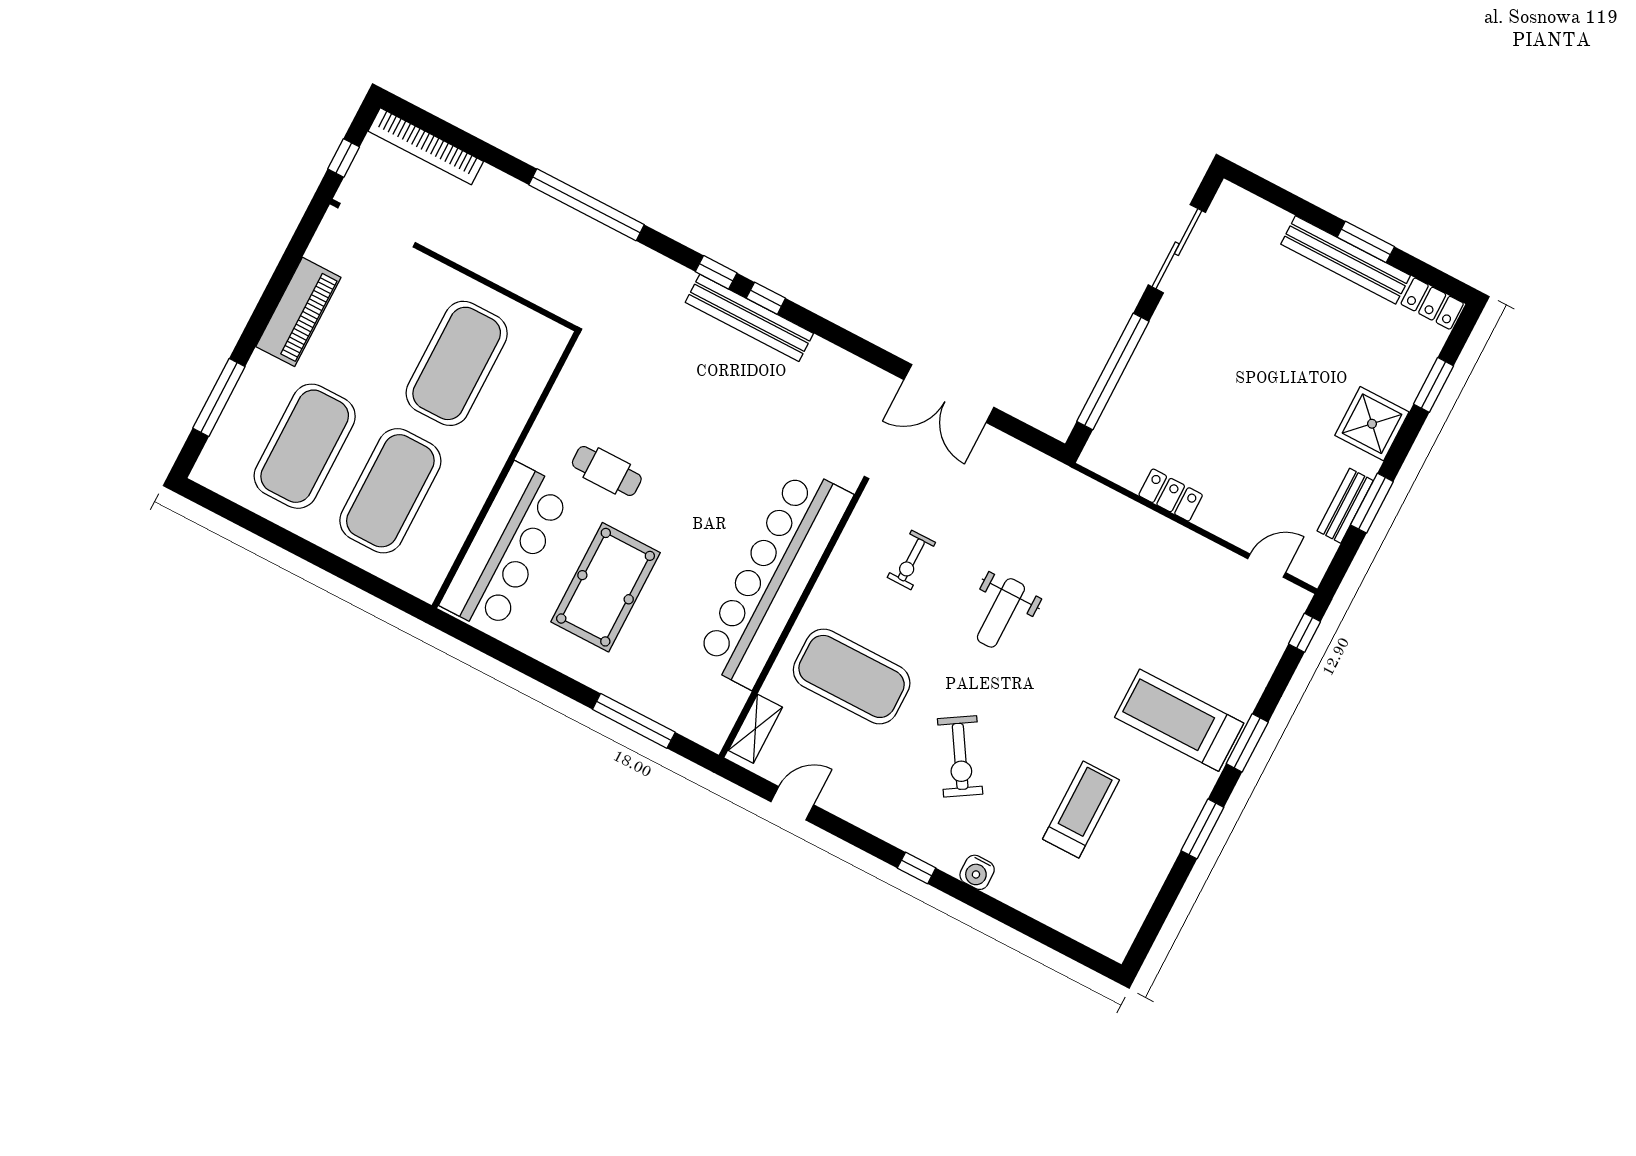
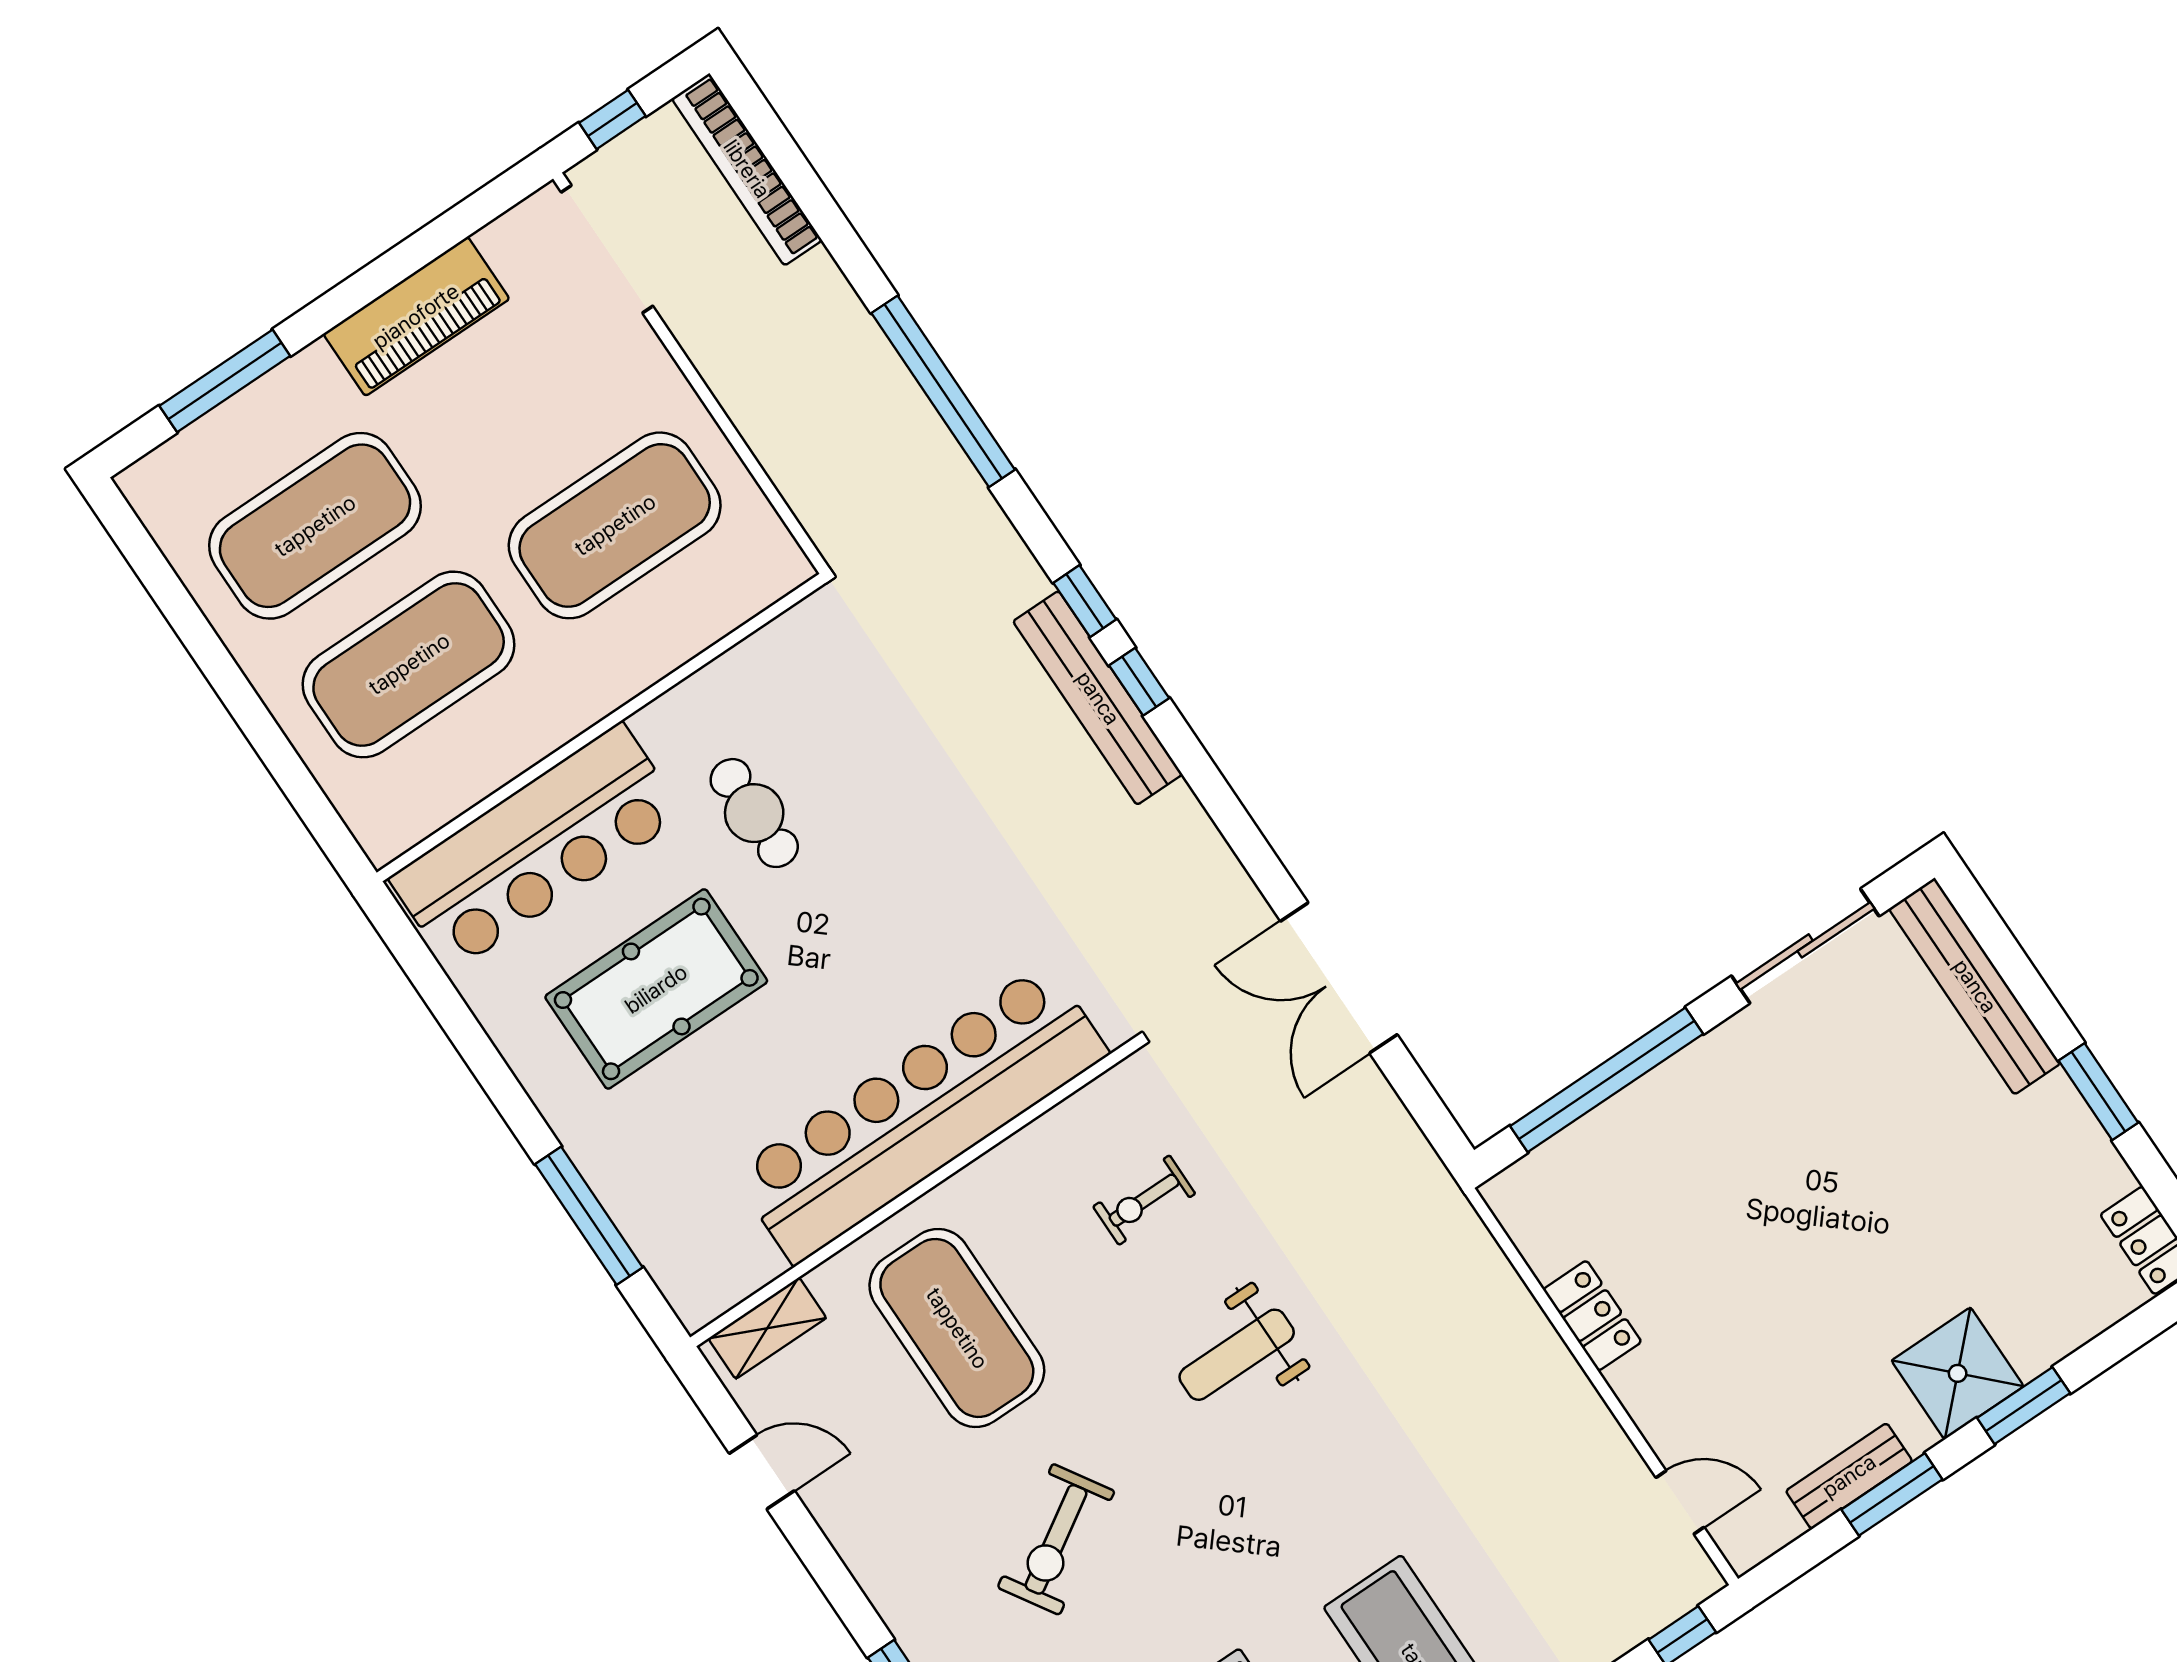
bench: (1346, 260) -> (1975, 986), moved
window: (1434, 385) -> (2024, 1406), moved

